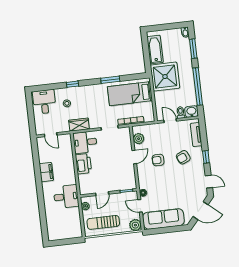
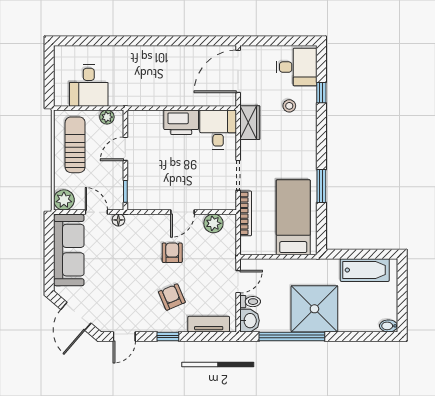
window: (193, 49) -> (359, 336), removed
shower: (165, 77) -> (314, 309), moved
window: (73, 84) -> (321, 93), moved
door: (51, 135) -> (238, 71), width x1.88
door: (134, 157) -> (182, 212), hinge flipped
filing cabinet: (46, 172) -> (174, 56), removed
door: (102, 194) -> (125, 149), hinge flipped
desk: (66, 197) -> (89, 86), moved
door: (140, 206) -> (96, 212), hinge flipped

